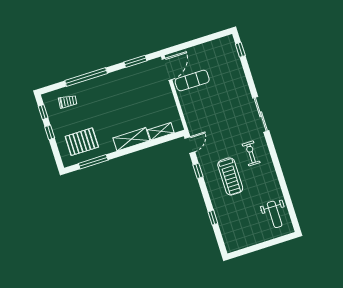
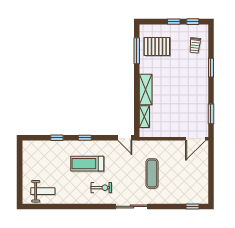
door: (167, 69) -> (196, 139), hinge flipped
window: (86, 77) -> (211, 68), width x0.47
exercise mat: (192, 81) -> (152, 174), moved
pallet: (82, 142) -> (157, 46), turned 90
window: (198, 171) -> (85, 138), moved
weight bench: (275, 214) -> (43, 191), turned 180

